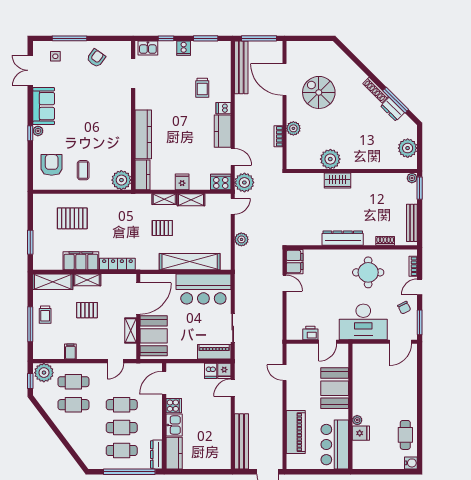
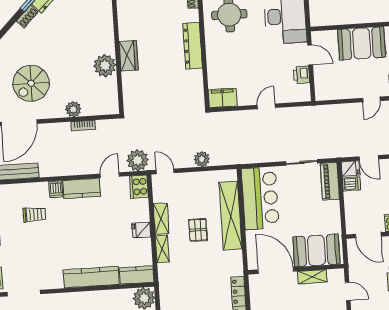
shoe rack: (375, 90) -> (27, 16), width x0.70
pallet: (162, 228) -> (198, 230), moved
door: (284, 283) -> (266, 106), moved
door: (284, 373) -> (371, 99), moved

